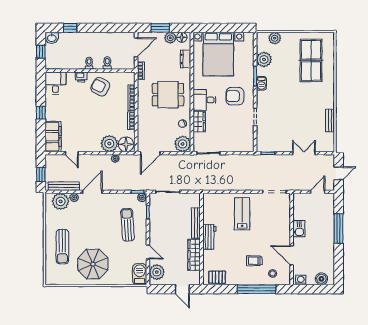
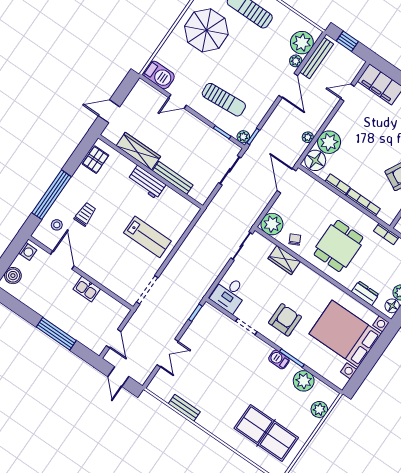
desk: (204, 100) -> (229, 294), moved, turned 180
door: (292, 255) -> (62, 260), hinge flipped
plant: (157, 272) -> (148, 96), removed

